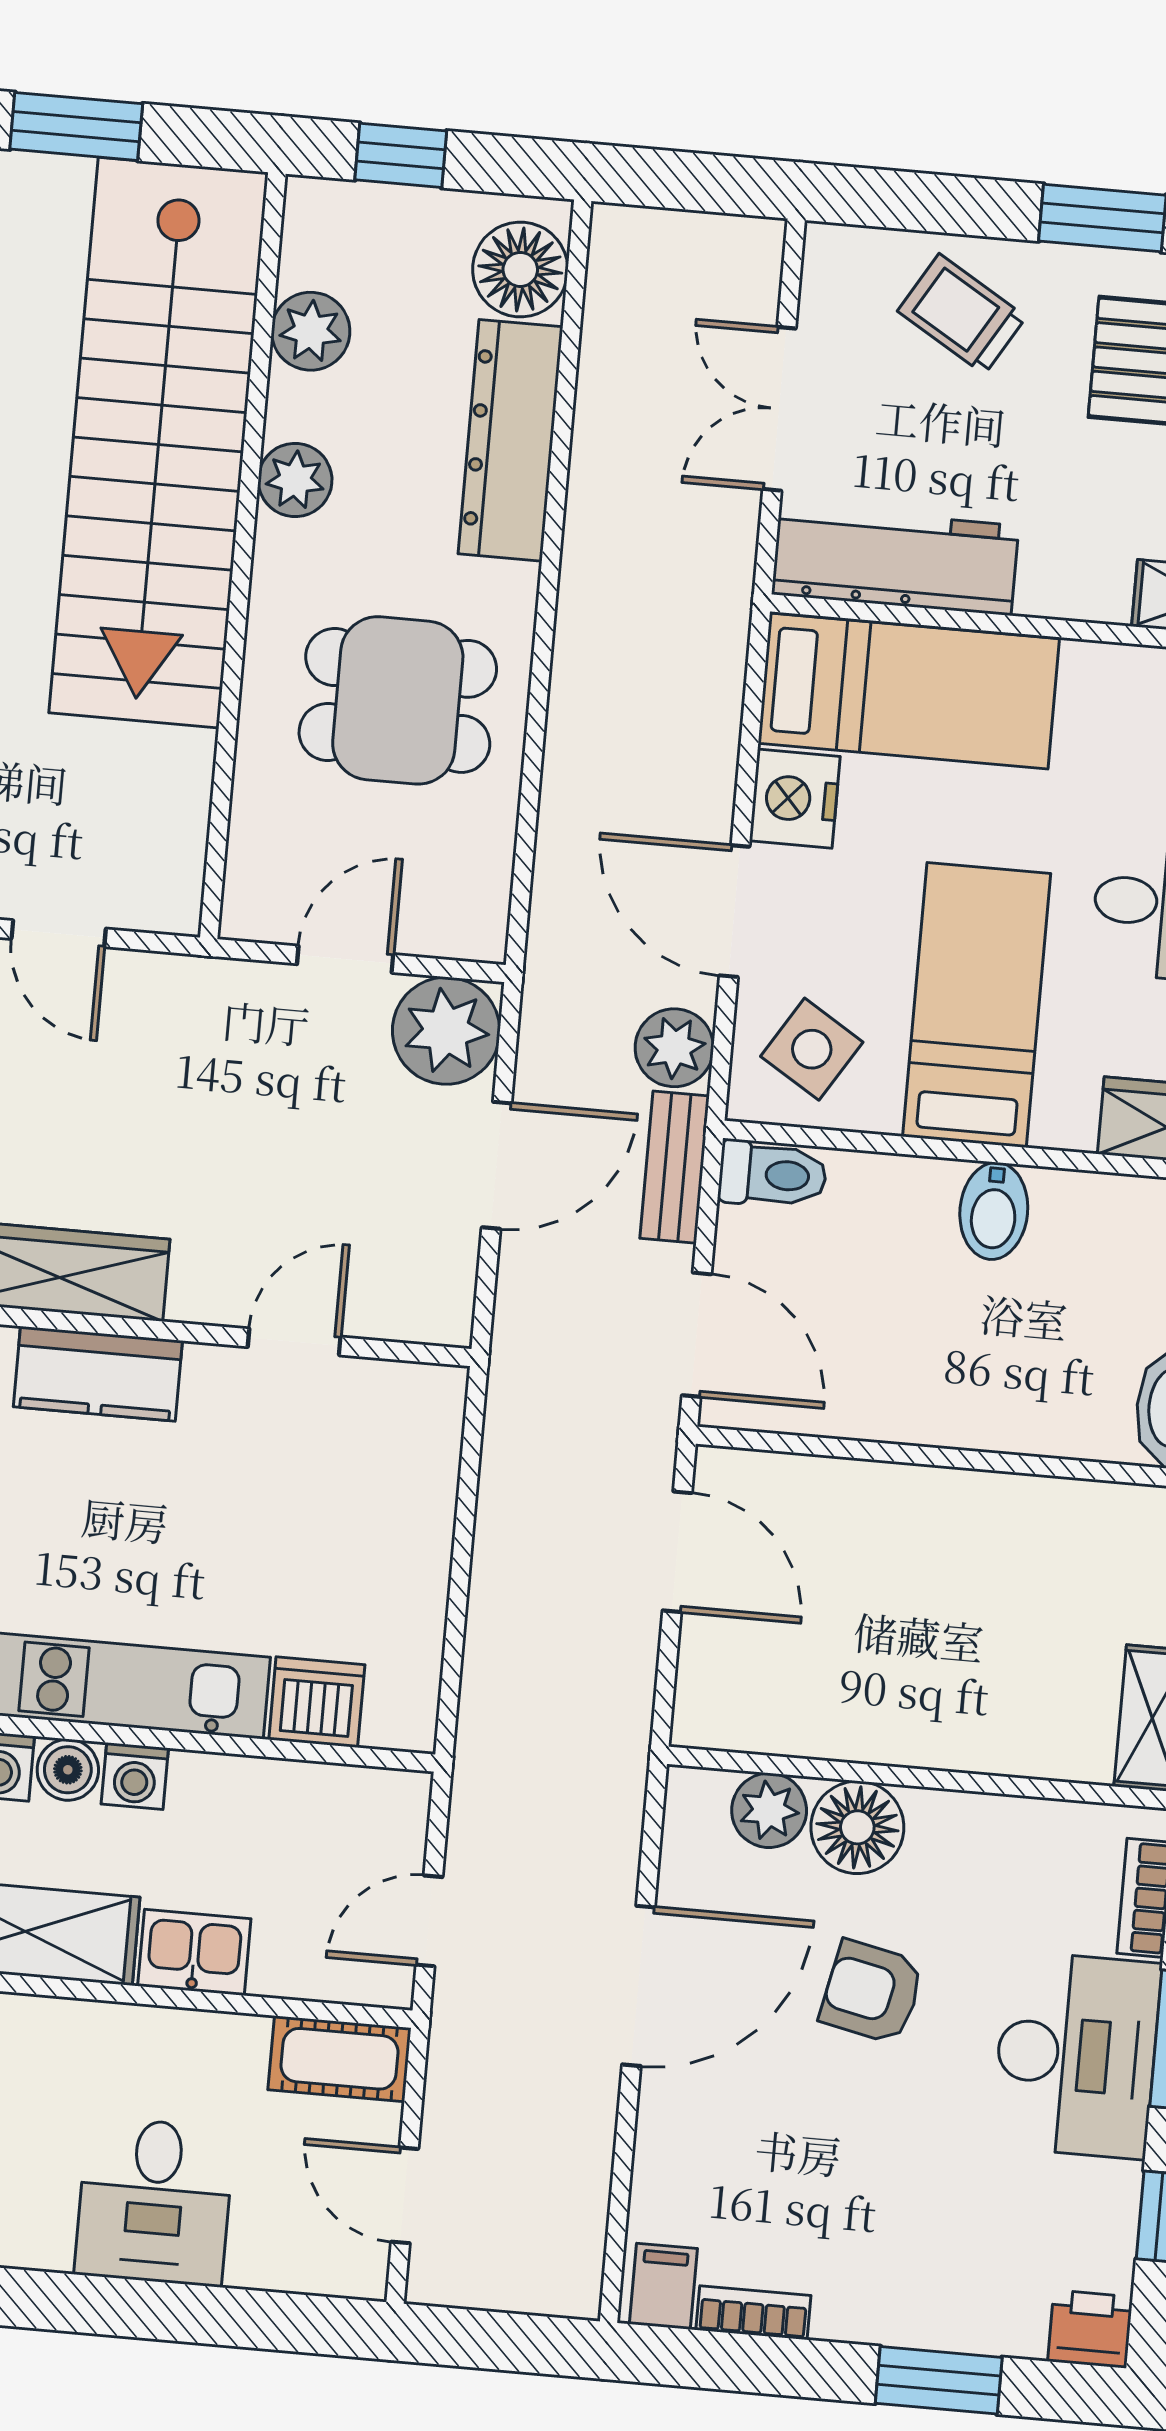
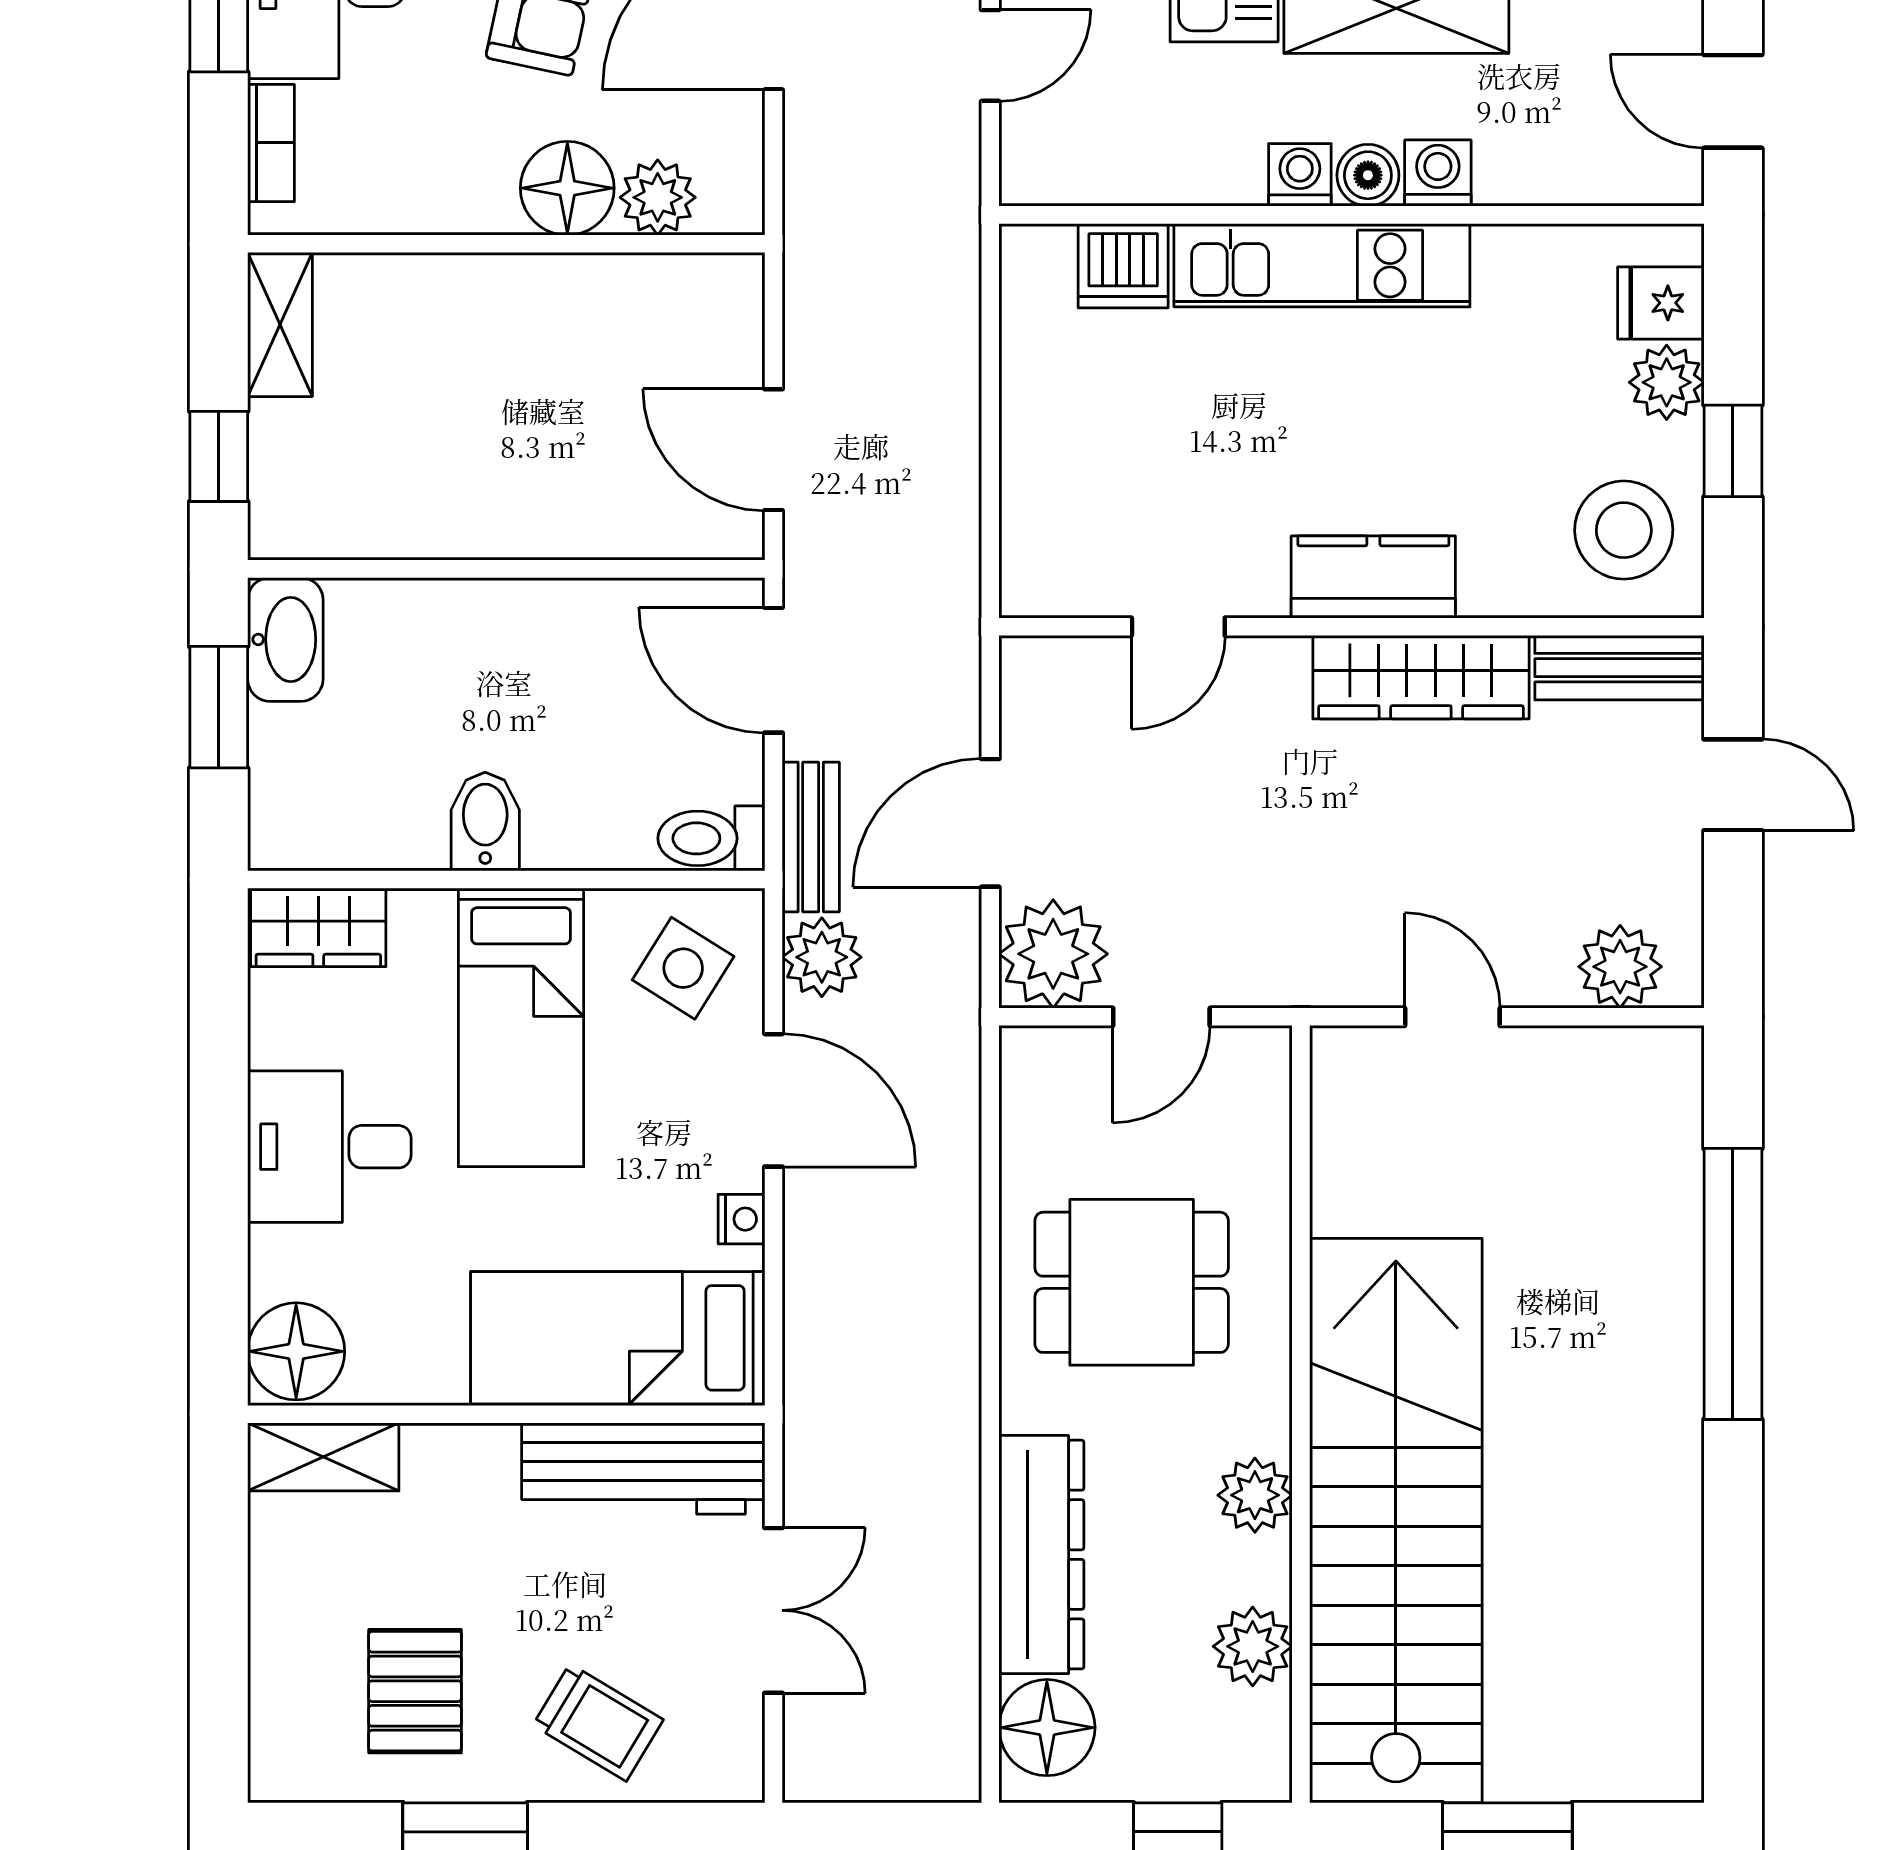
nightstand: (795, 799) -> (741, 1219), width x0.53, depth x0.56

